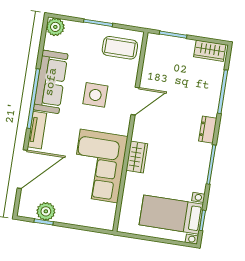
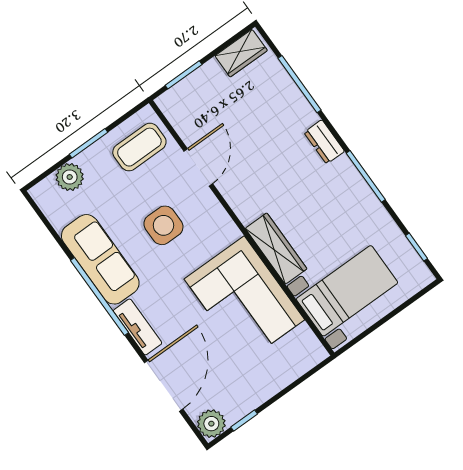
plant: (55, 27) -> (70, 177), moved
door: (135, 101) -> (198, 167), moved
wardrobe: (137, 157) -> (276, 249), width x1.50
plant: (46, 211) -> (211, 424), moved
bed with nightstands: (171, 215) -> (347, 291), moved, turned 180

